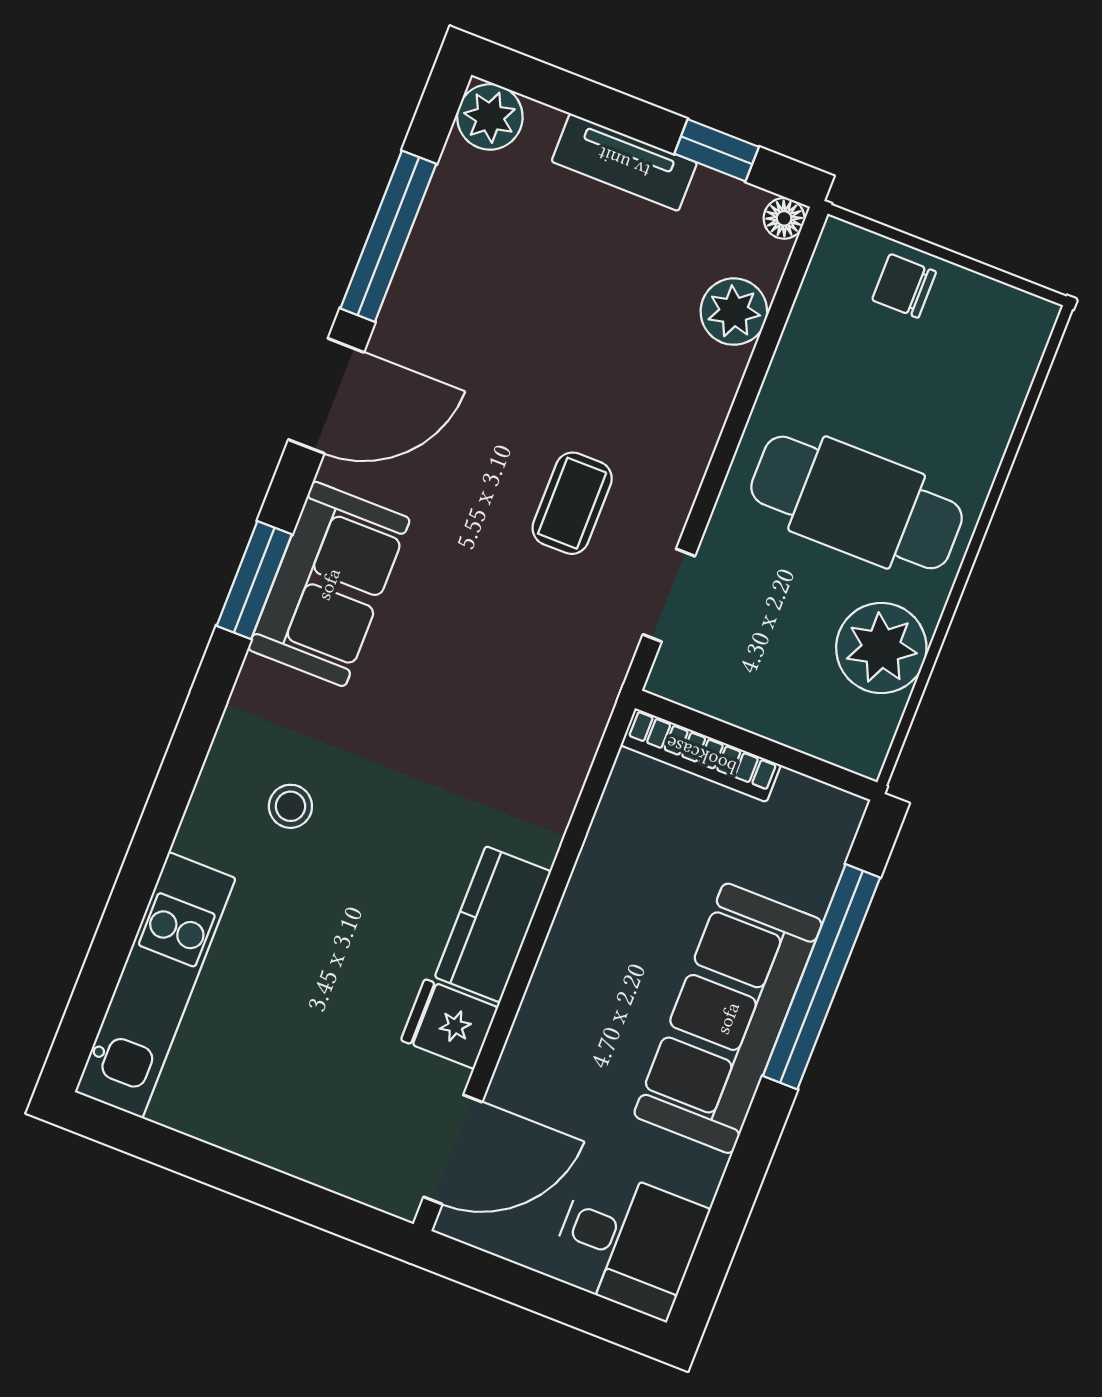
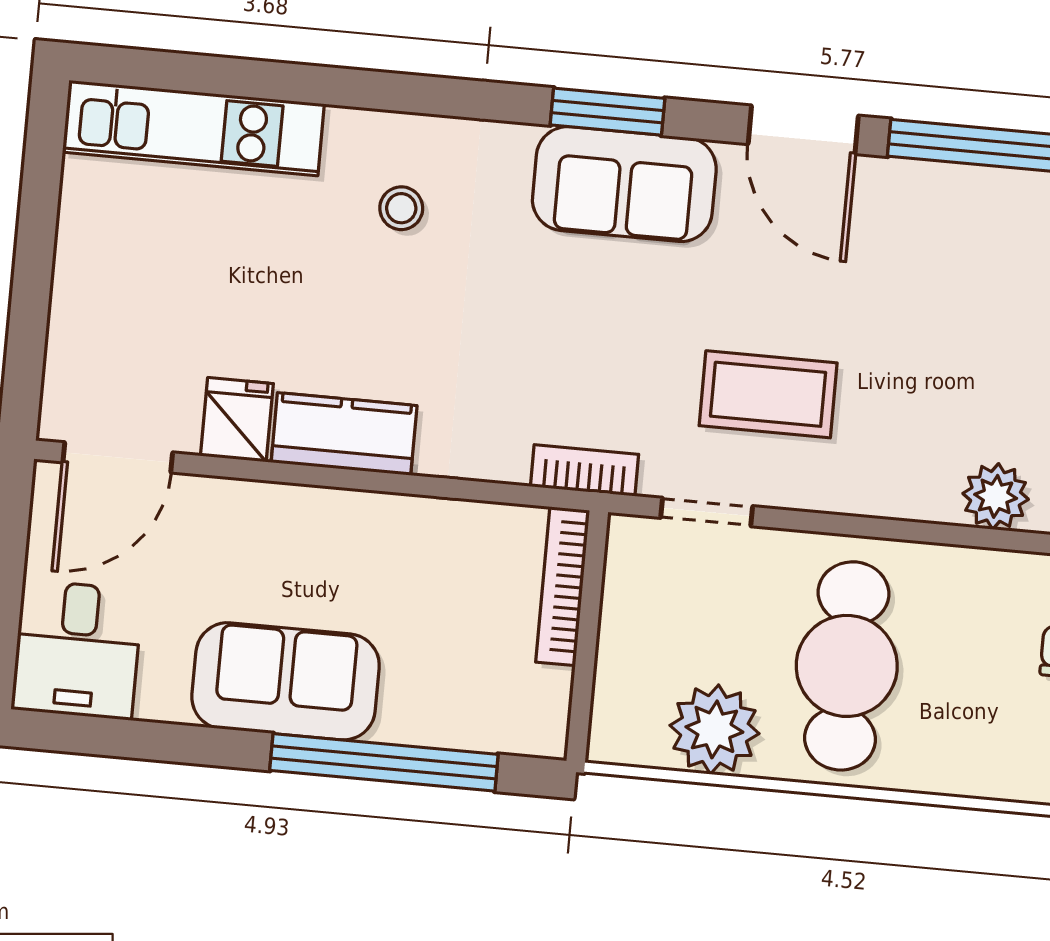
coffee table: (572, 503) -> (768, 394), width x1.36, depth x1.30
bookcase: (595, 702) -> (584, 470), added
sofa: (728, 1018) -> (286, 681), width x0.73
door: (453, 1150) -> (118, 457), hinge flipped

